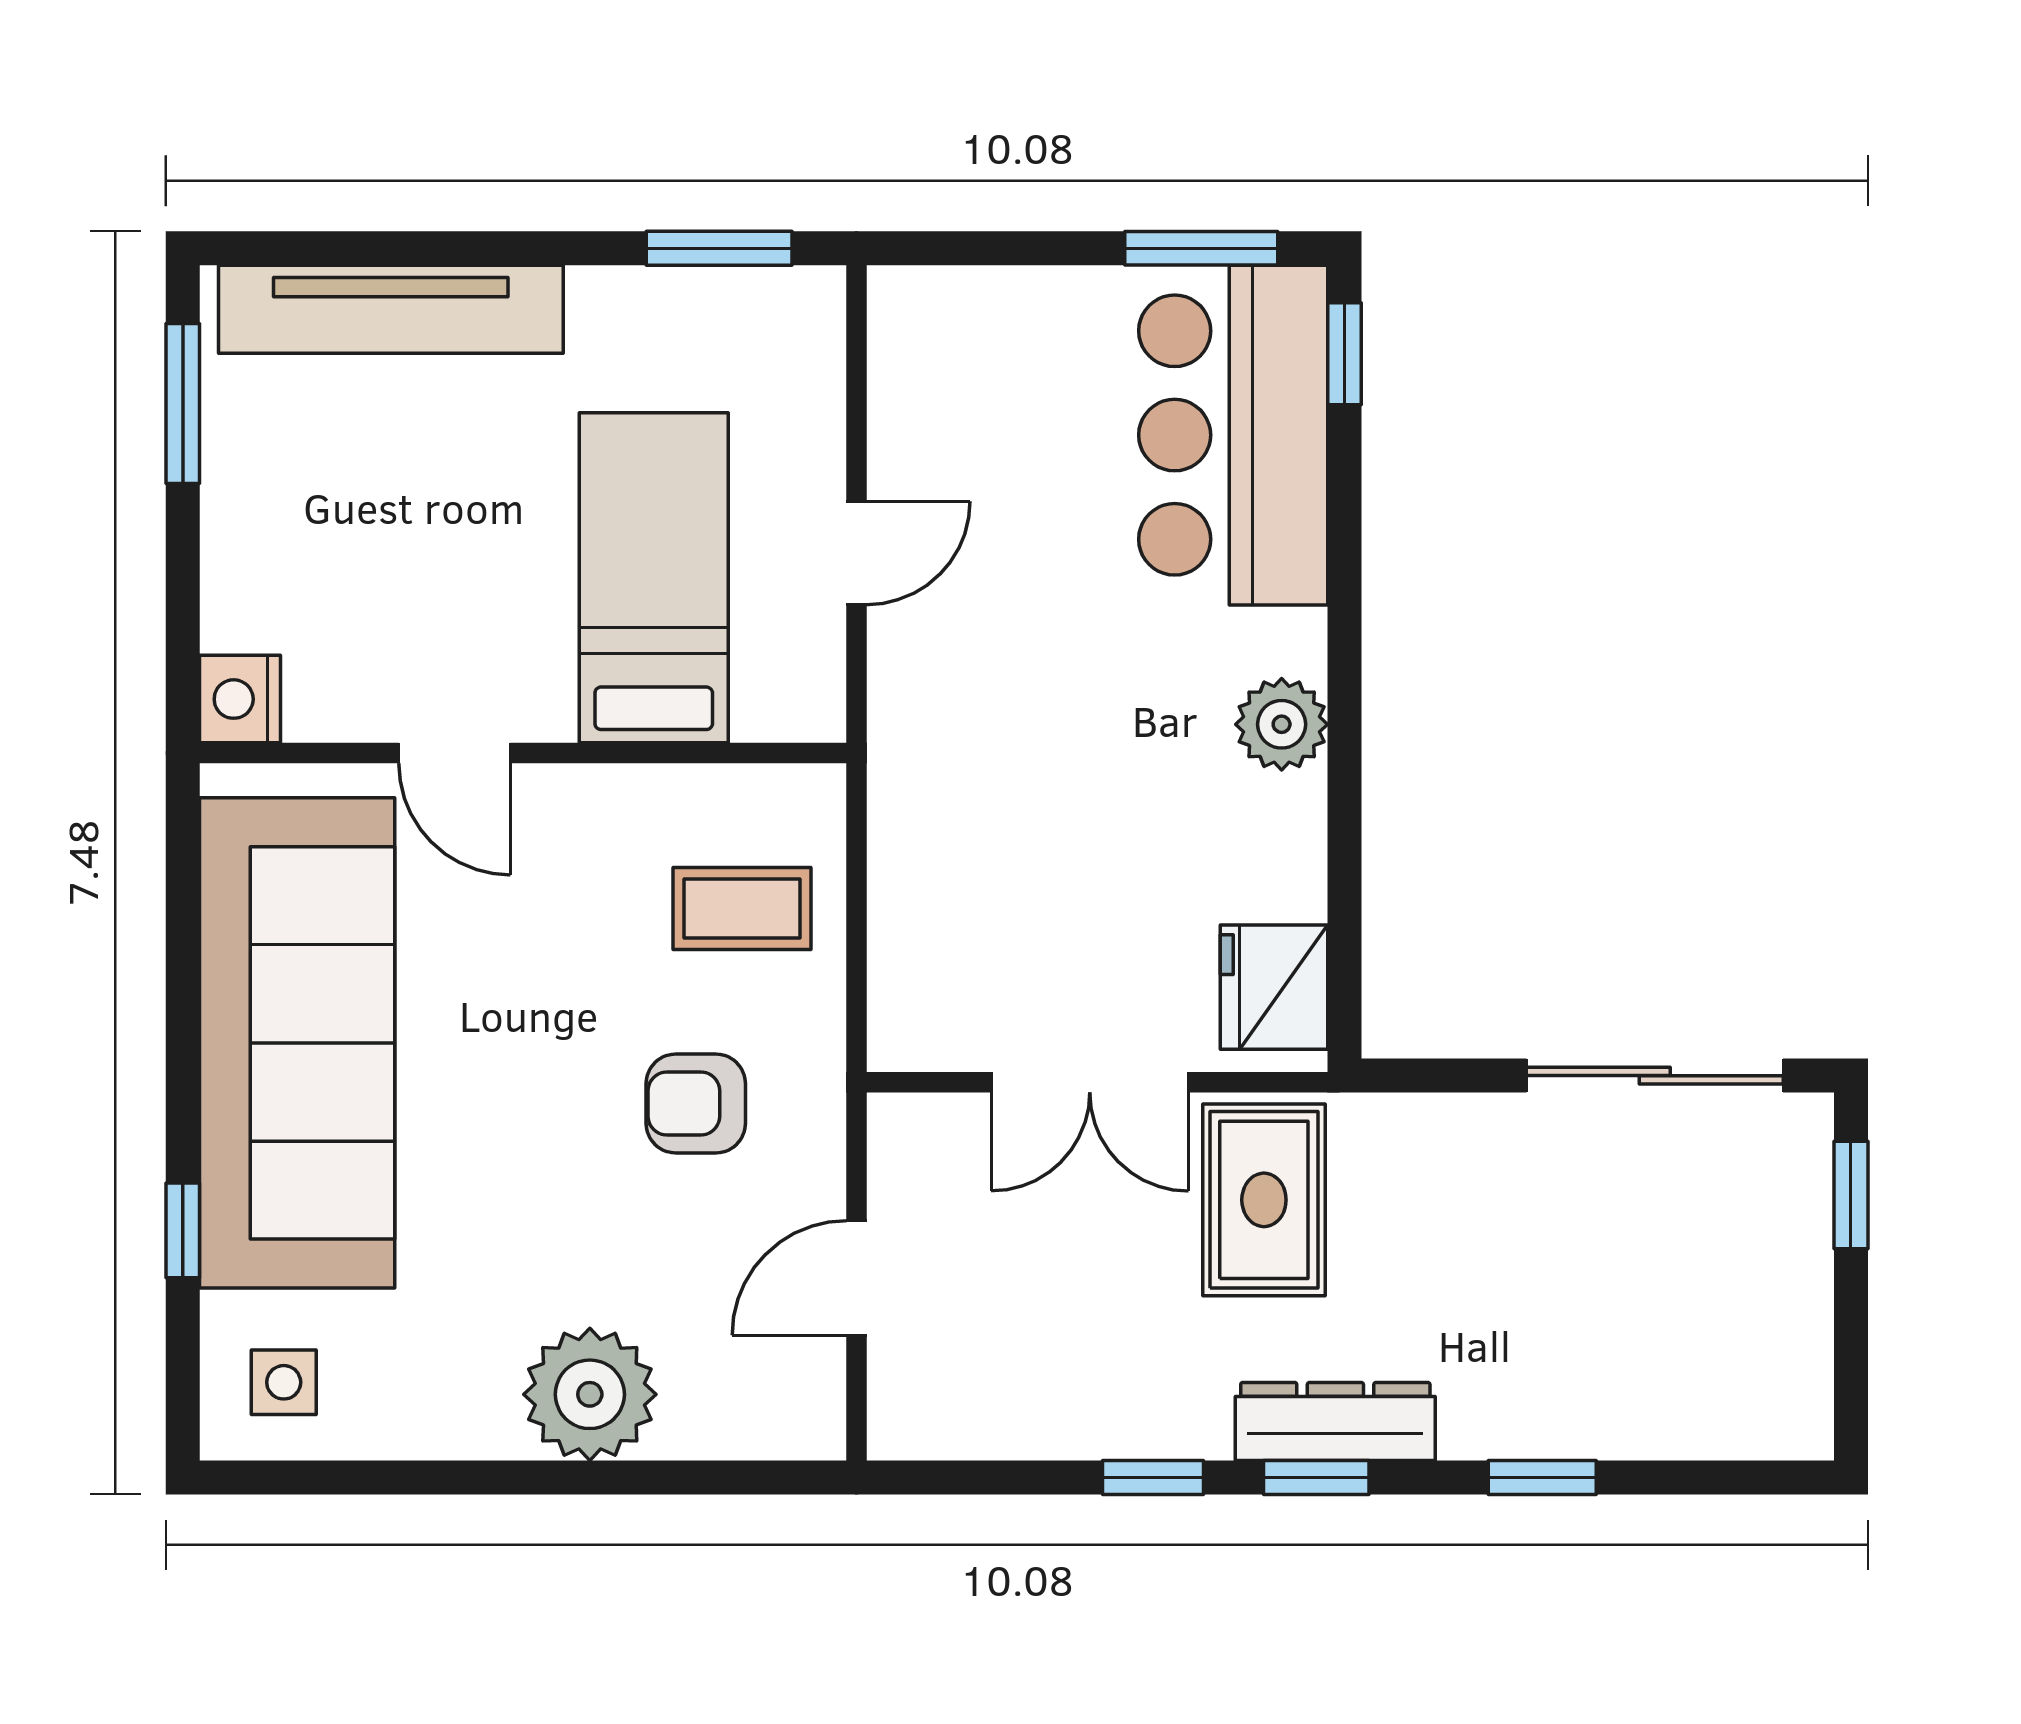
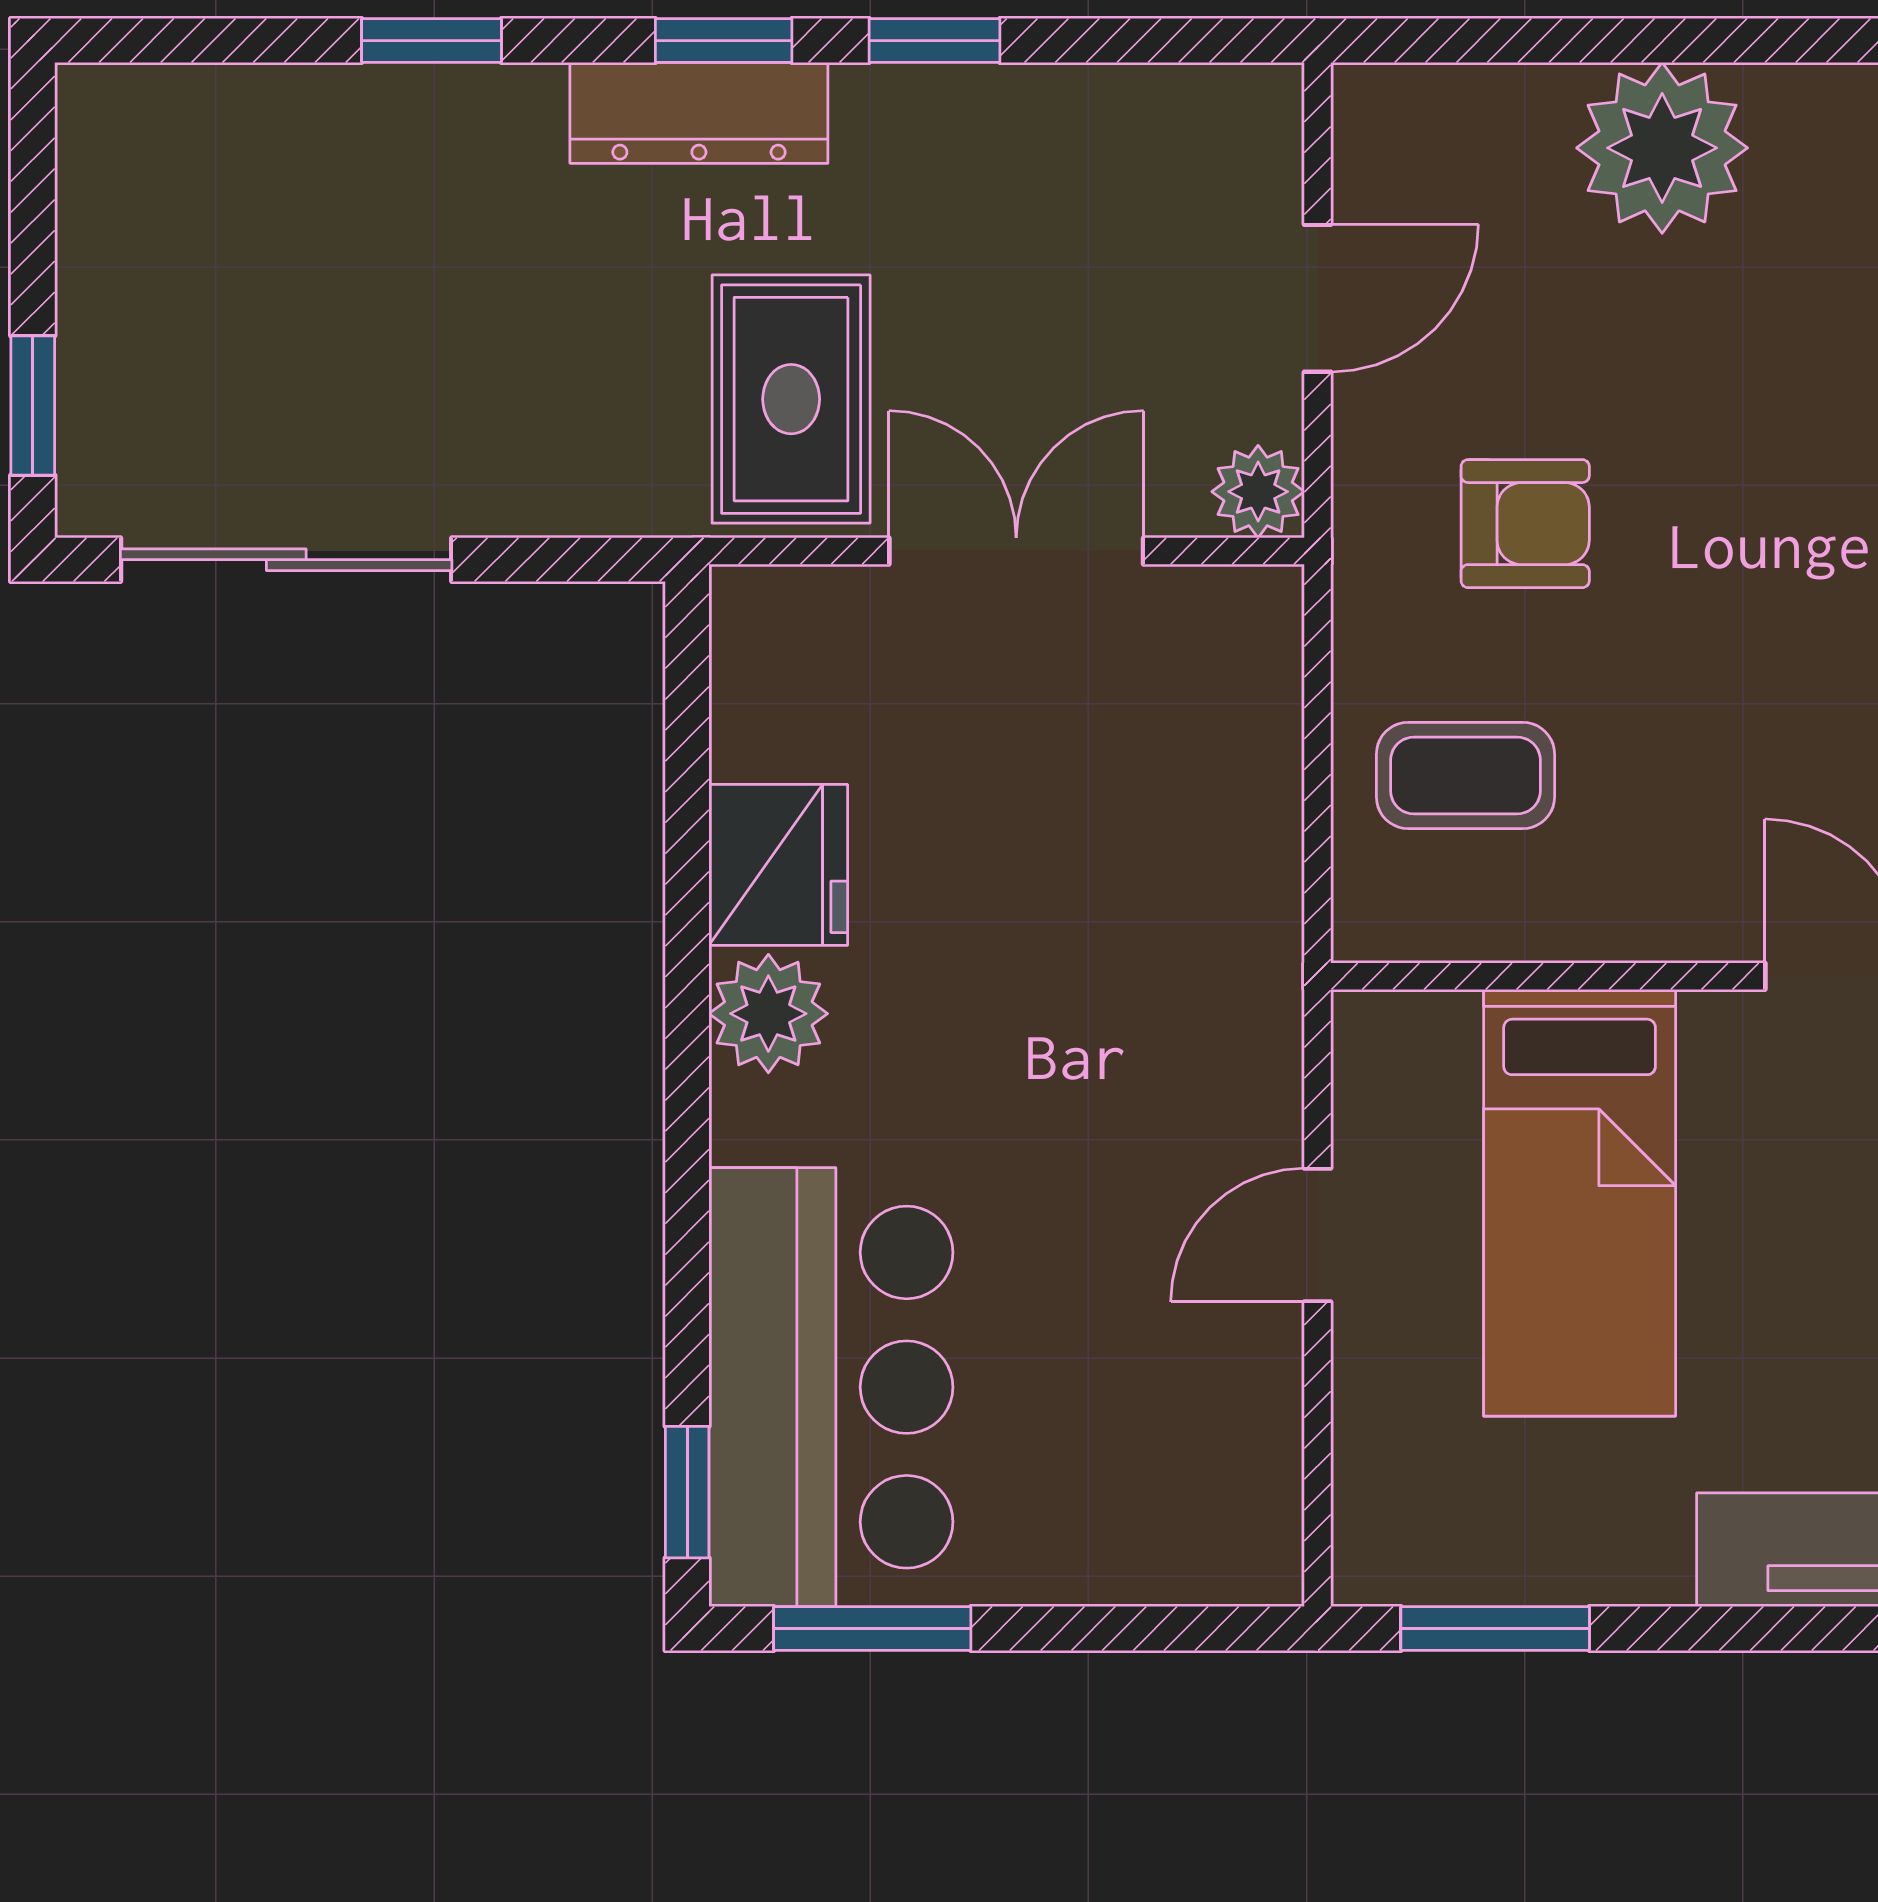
fridge: (1274, 987) -> (778, 865), moved
plant: (903, 1128) -> (1258, 492), added

